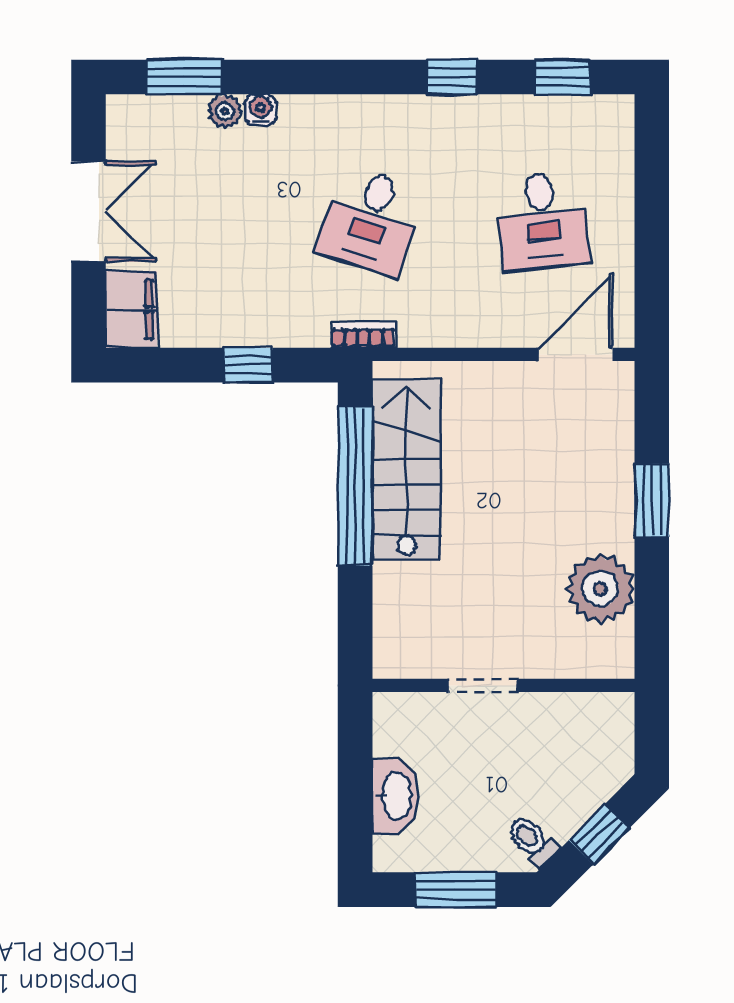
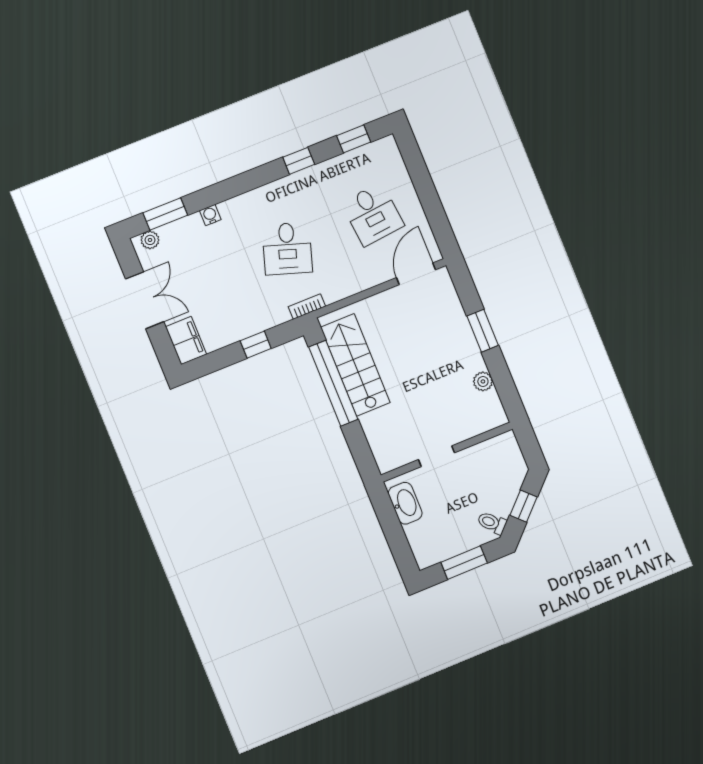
plant: (225, 111) -> (150, 240), moved
plant: (600, 589) -> (483, 381), width x0.53, depth x0.53
washbasin: (395, 796) -> (405, 503), moved

